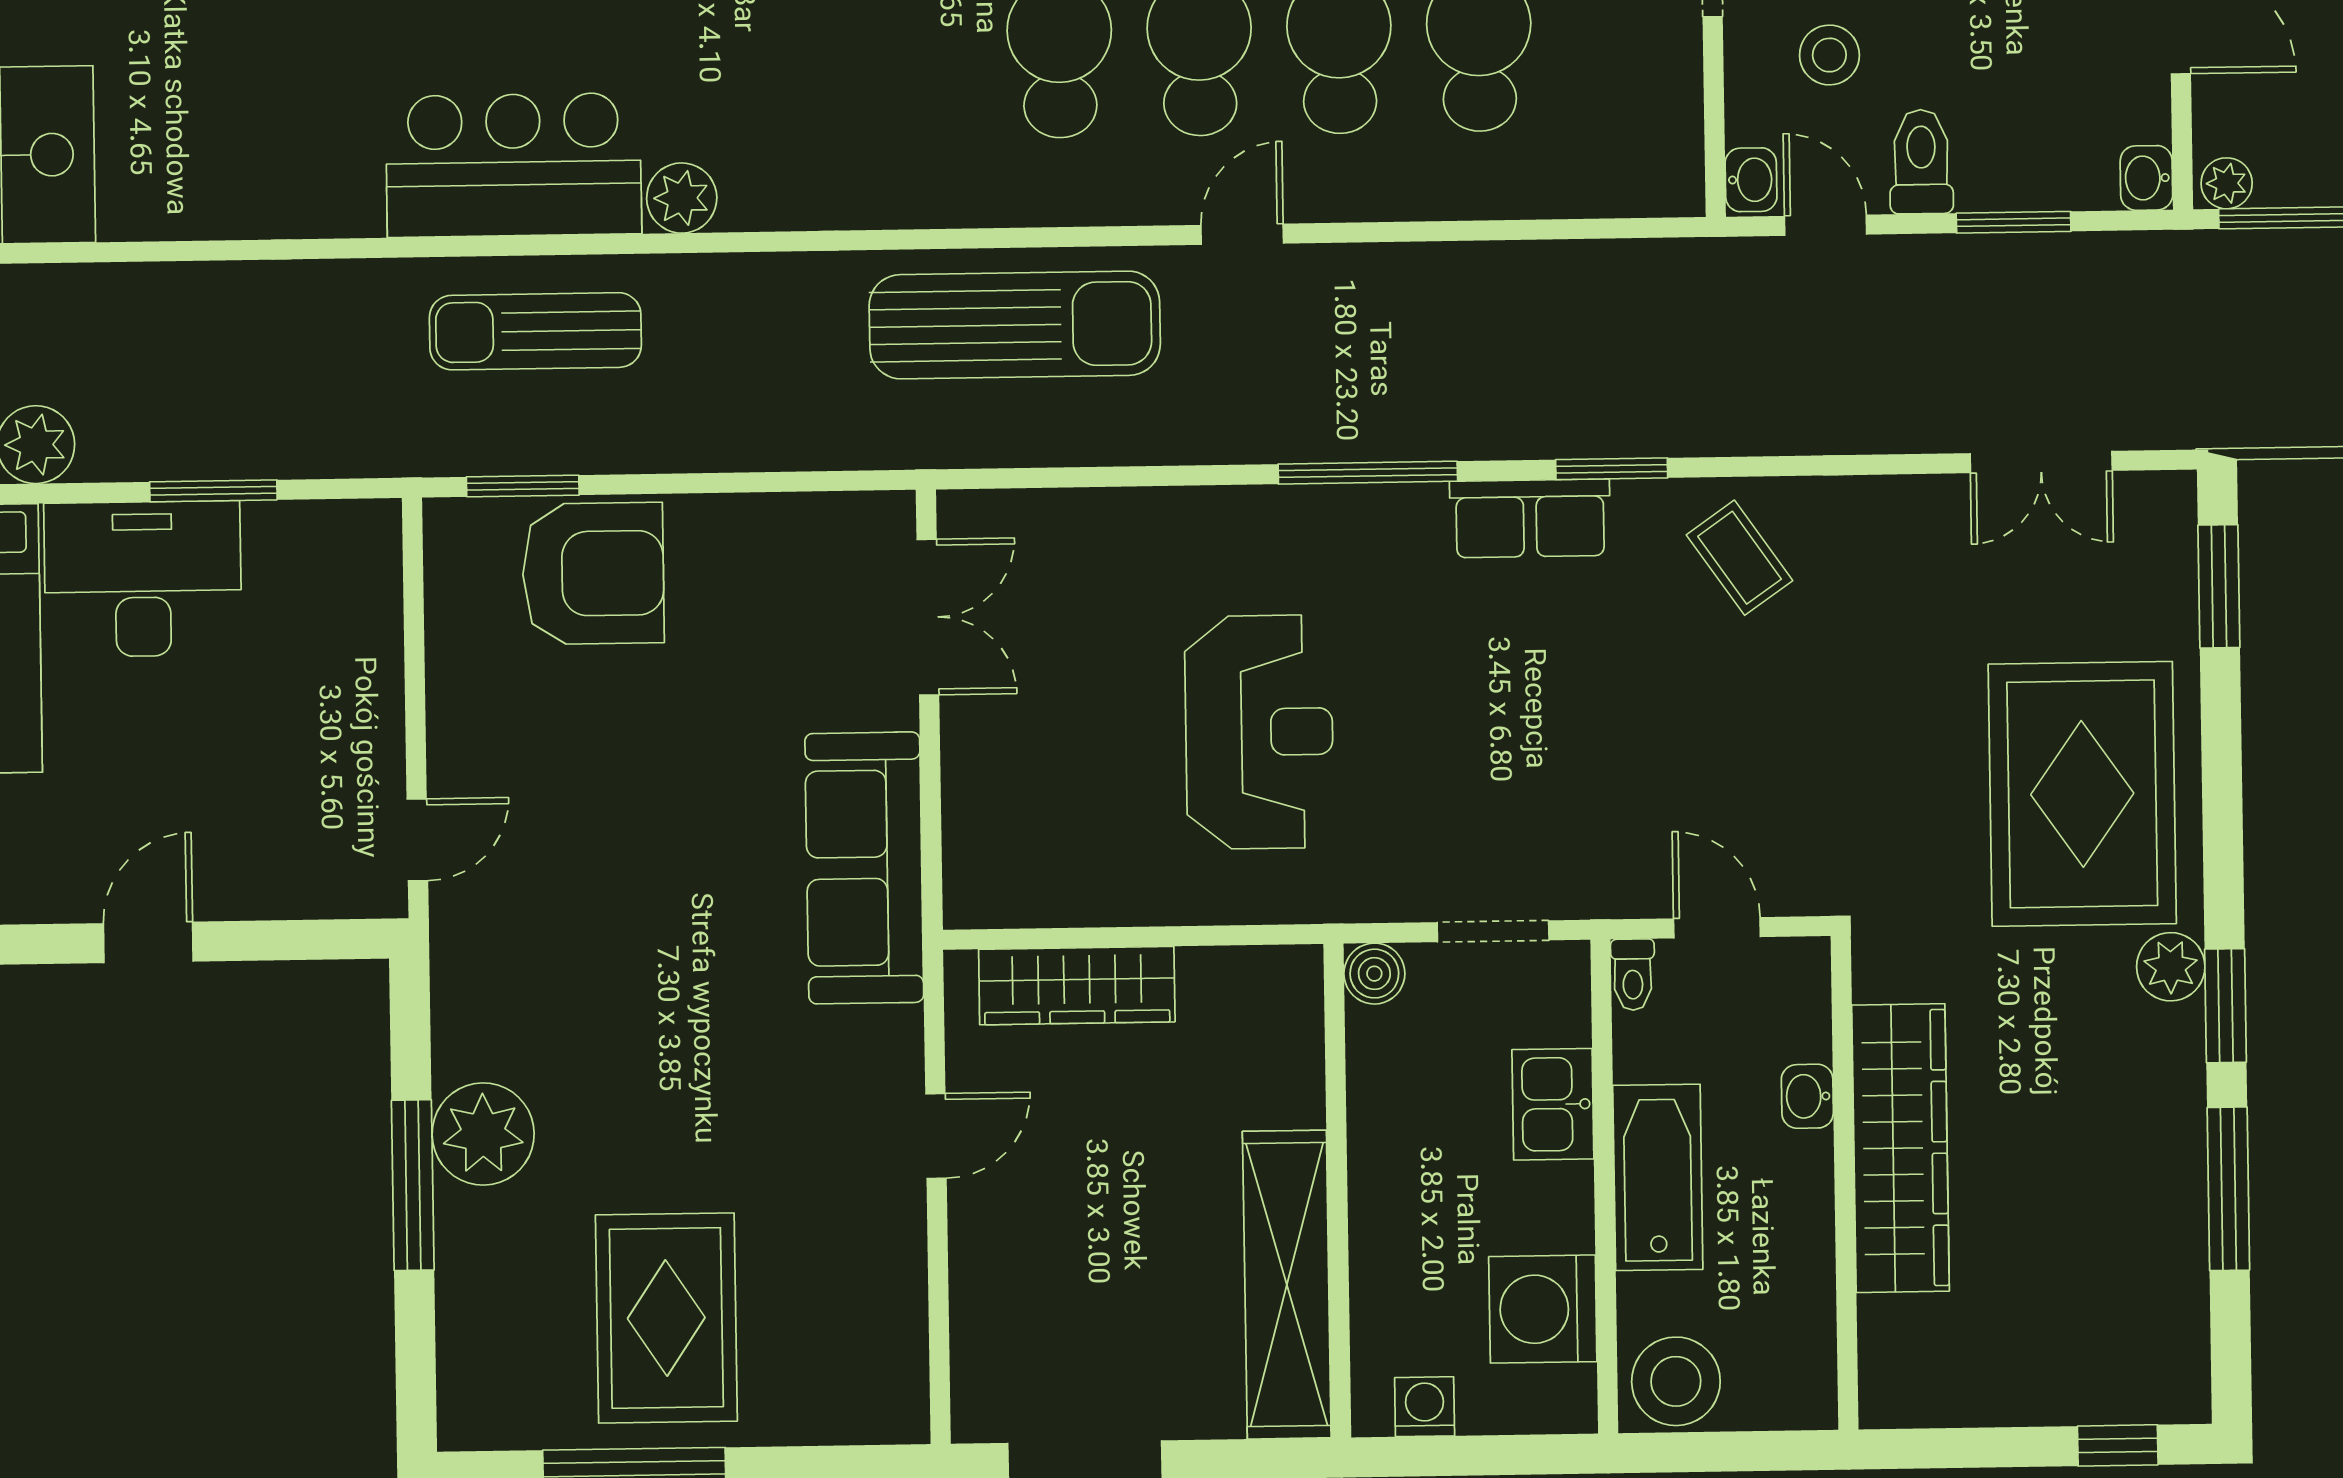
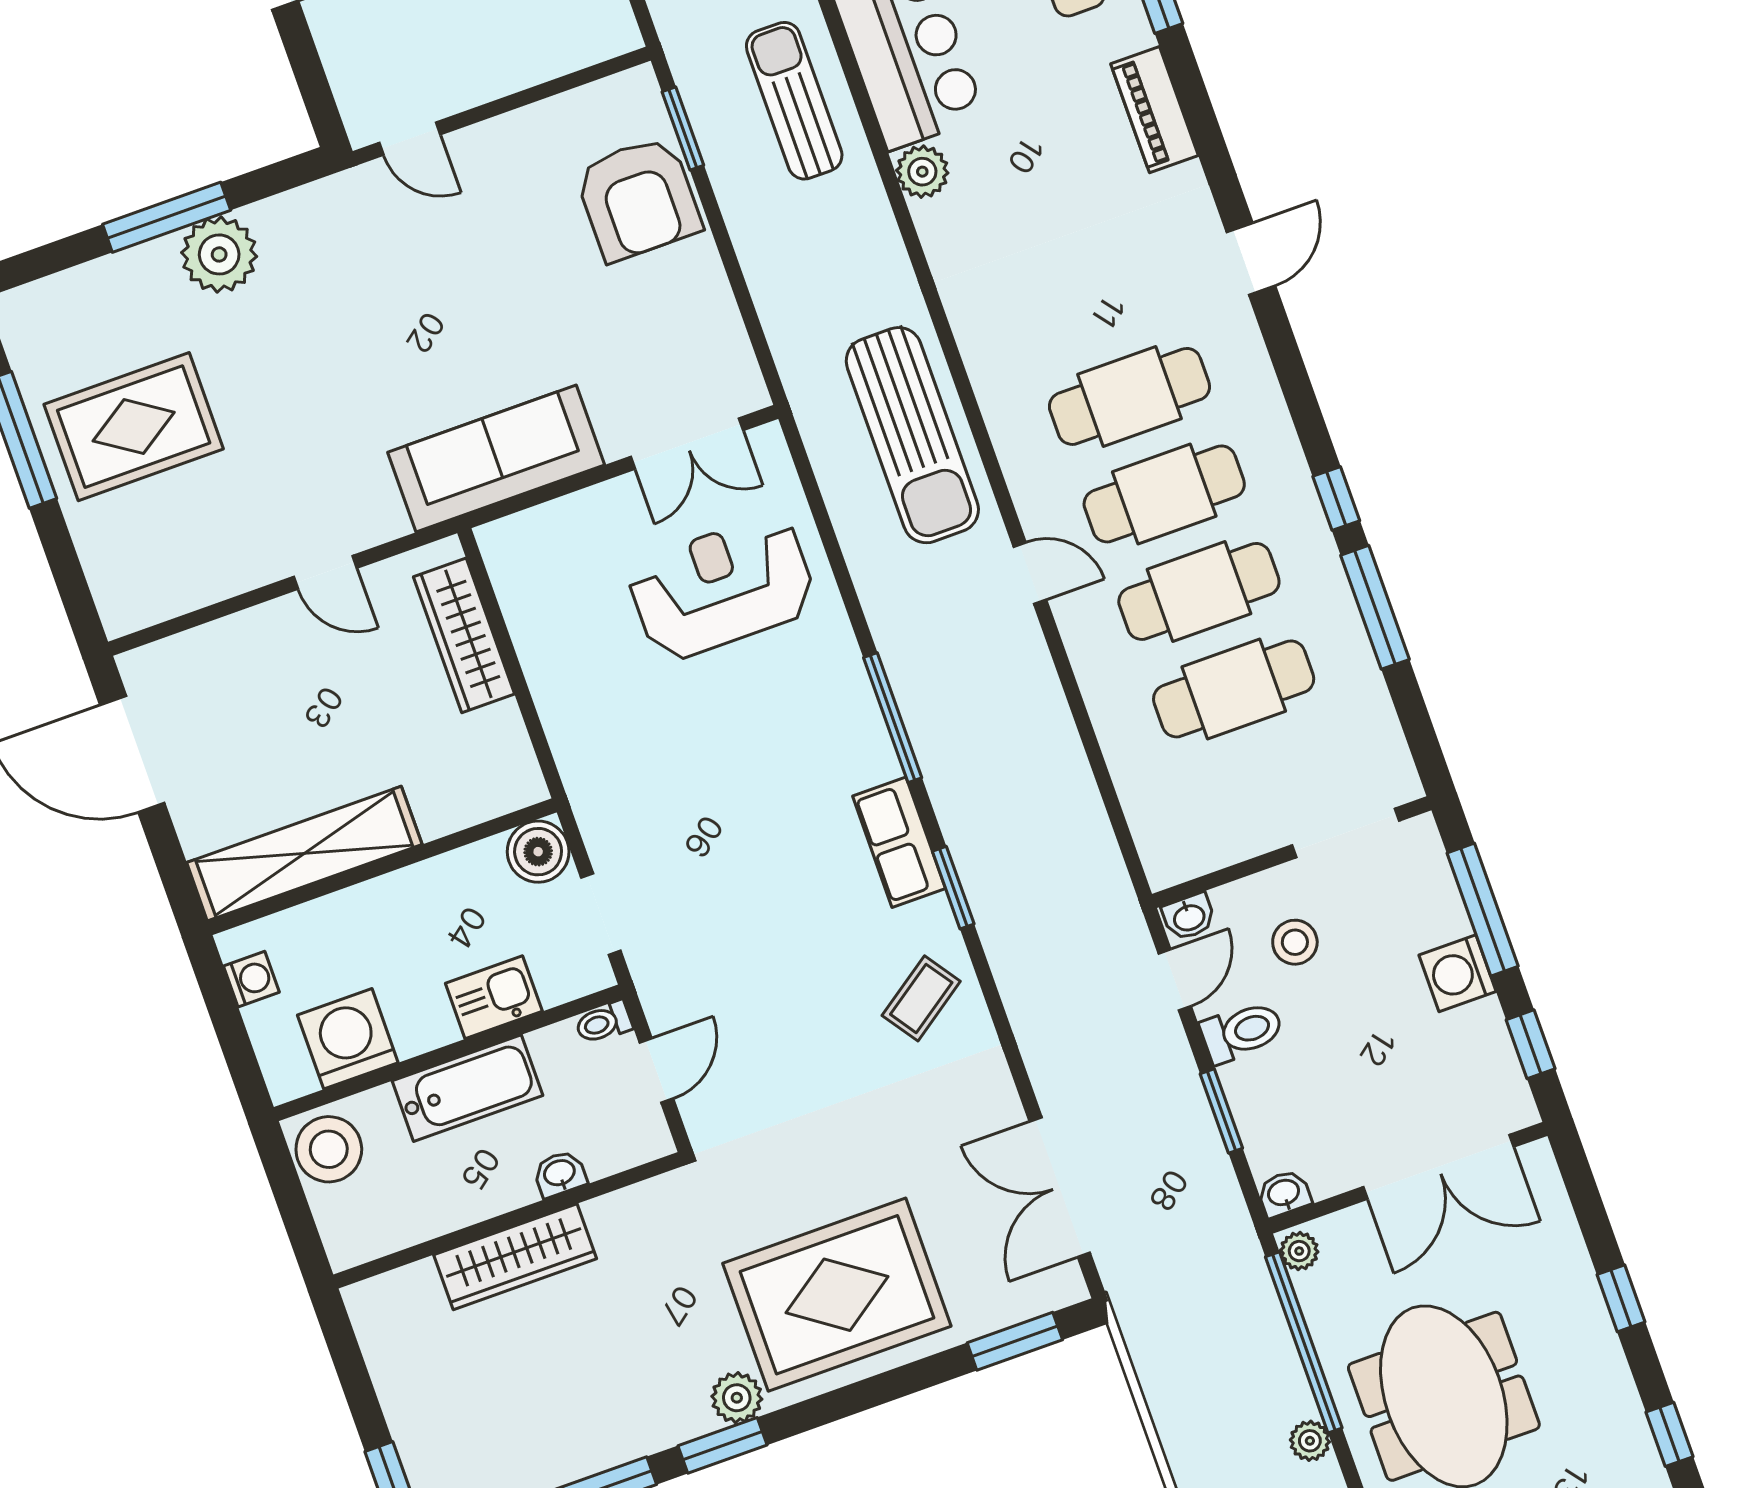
double door: (2041, 462) -> (1060, 1187), width x1.37
reception desk: (1259, 732) -> (722, 587), moved, turned 180
boiler: (1374, 974) -> (538, 852), width x1.36, depth x1.36
wardrobe: (1901, 1148) -> (515, 1257), width x0.71, depth x0.85

